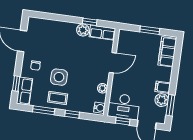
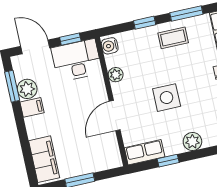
plant: (83, 30) -> (192, 141), moved
side table: (59, 77) -> (167, 98), moved

